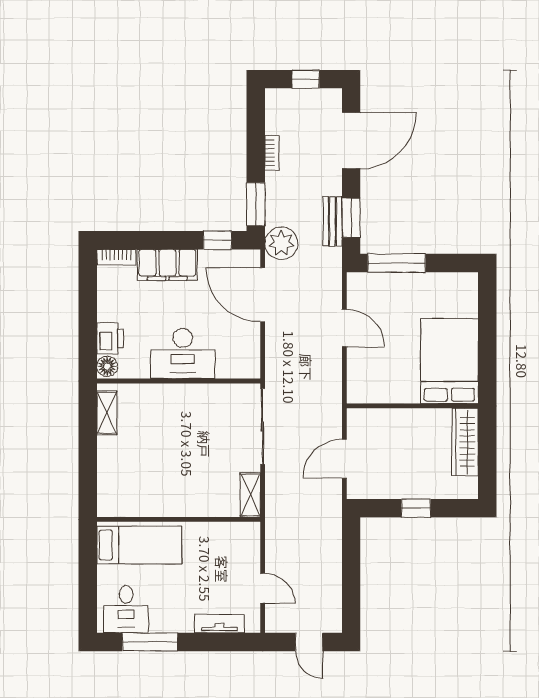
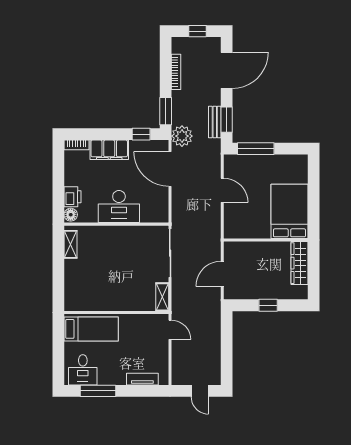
bookcase: (272, 153) -> (176, 72), width x1.56
door: (263, 588) -> (170, 330), moved

